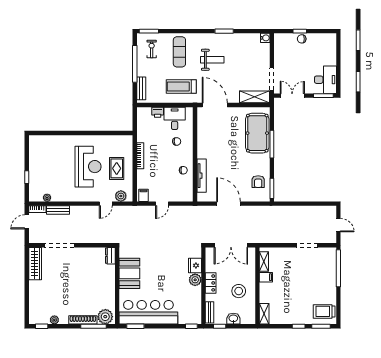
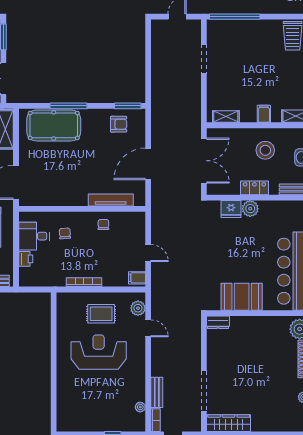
filing cabinet: (266, 277) -> (264, 114), moved

